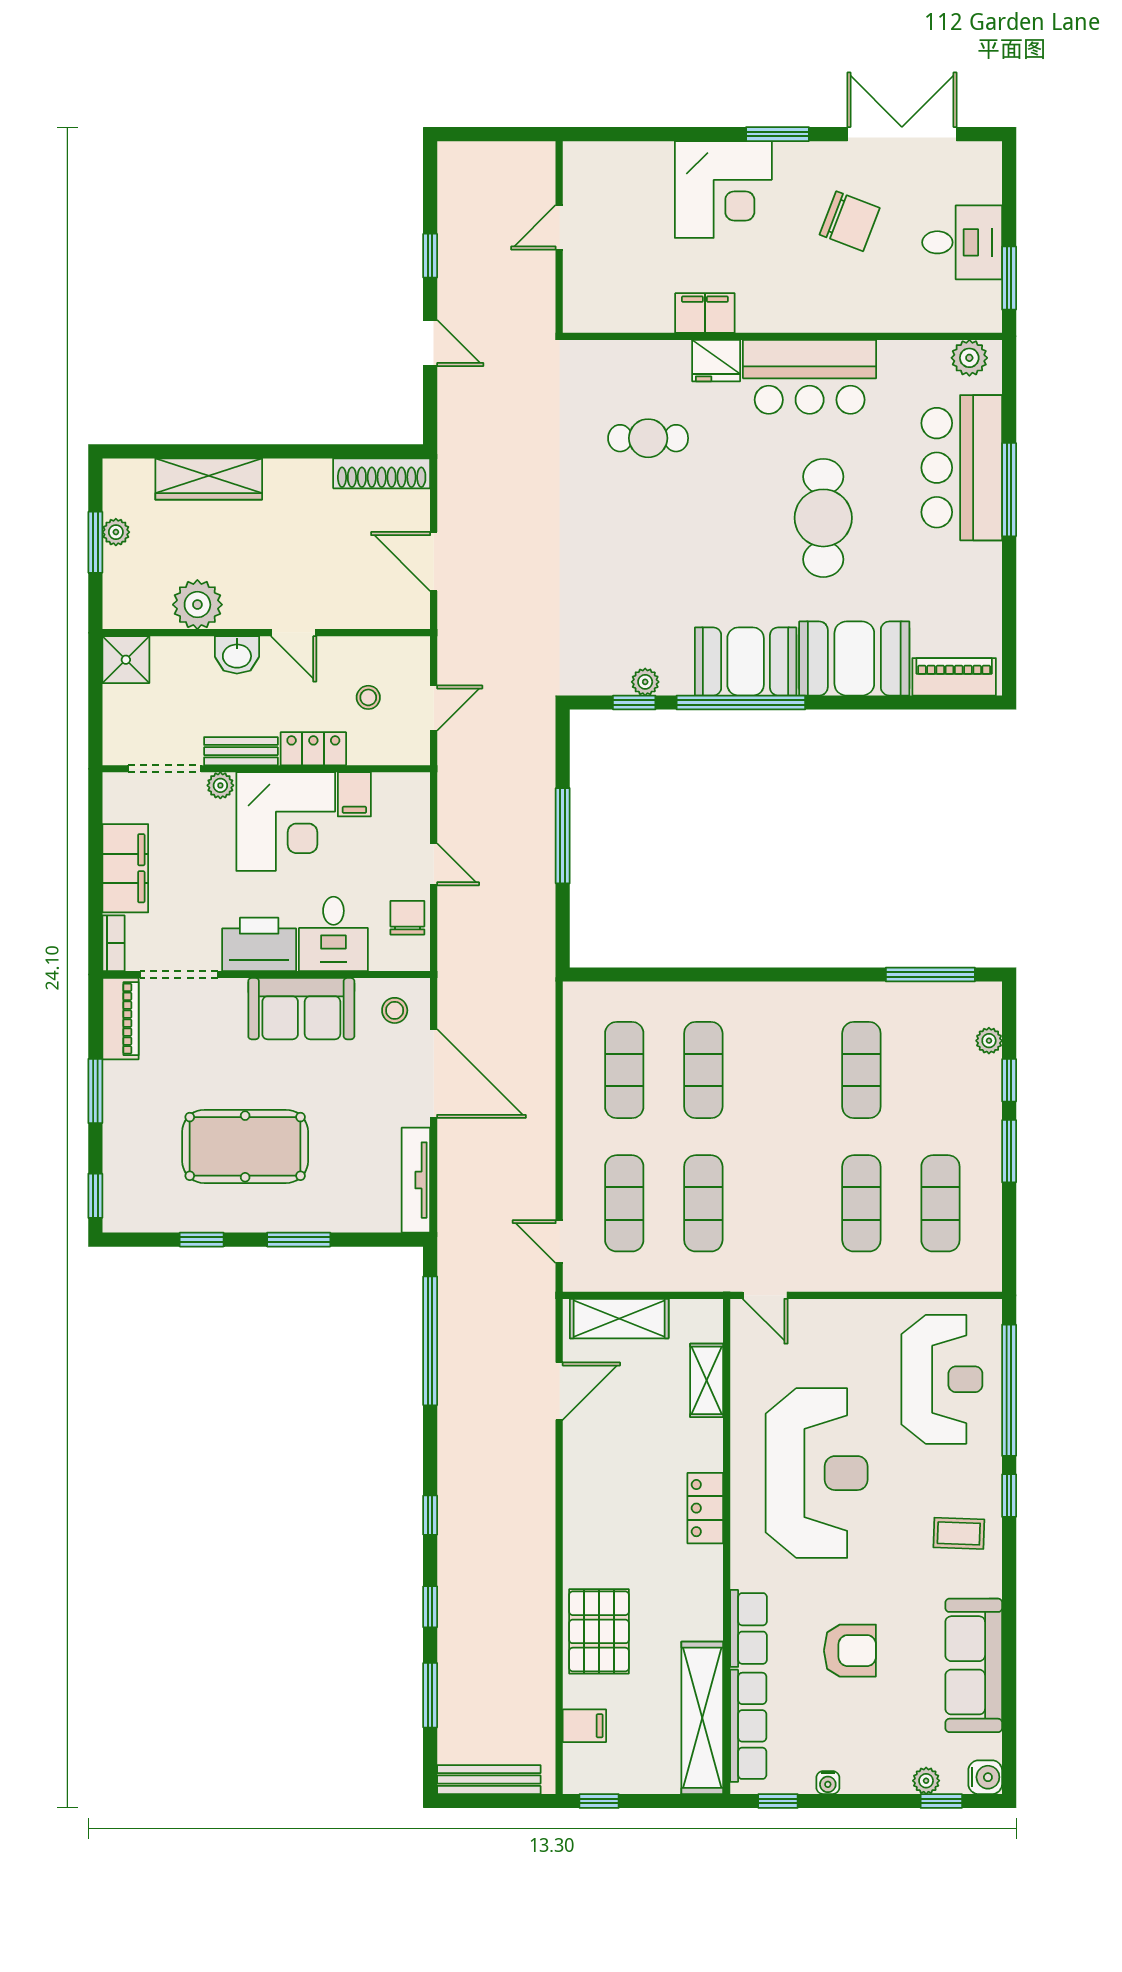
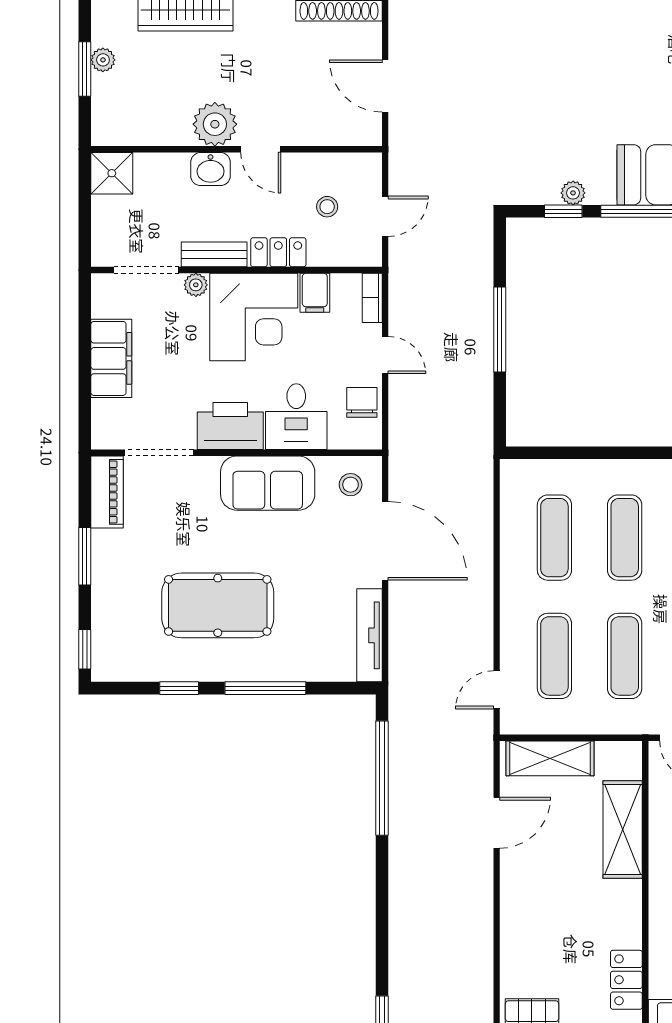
plant: (197, 605) -> (215, 124), moved
bookcase: (113, 943) -> (372, 298), moved, turned 180
window: (299, 1240) -> (265, 688), width x1.44
door: (559, 1242) -> (497, 690), hinge flipped
shelving: (707, 1380) -> (623, 829), width x1.50, depth x1.33
locker: (705, 1508) -> (626, 980), moved
window: (430, 1515) -> (382, 933), removed

